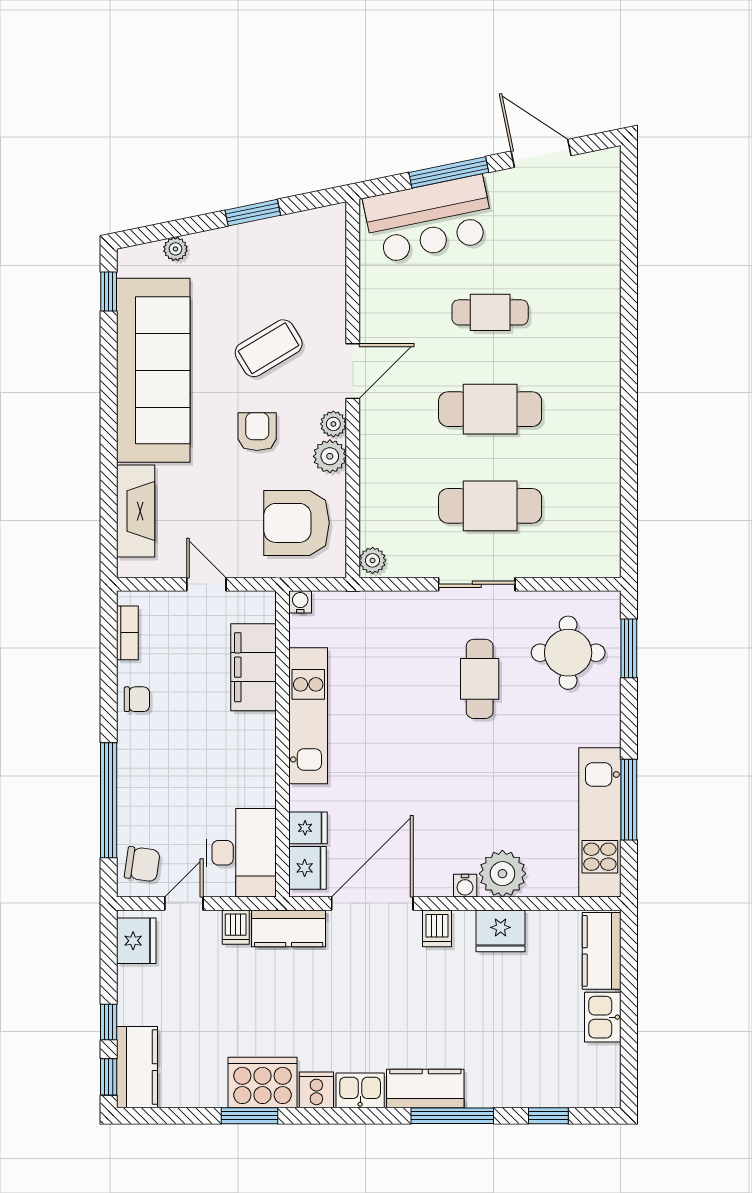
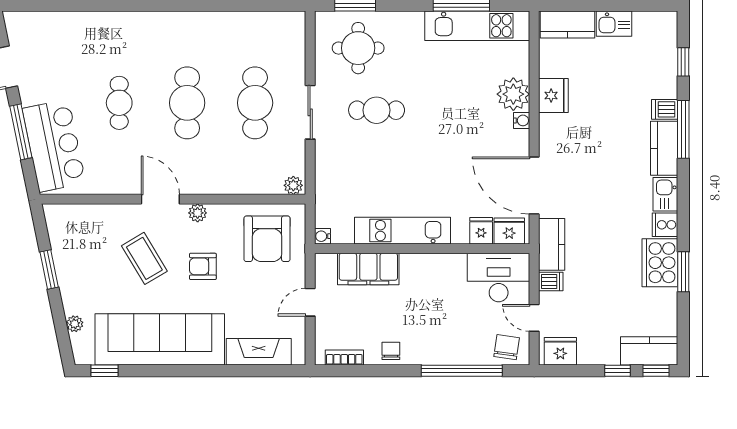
plant: (330, 456) -> (220, 215), removed
dishwasher: (437, 928) -> (665, 109), moved, turned 180

